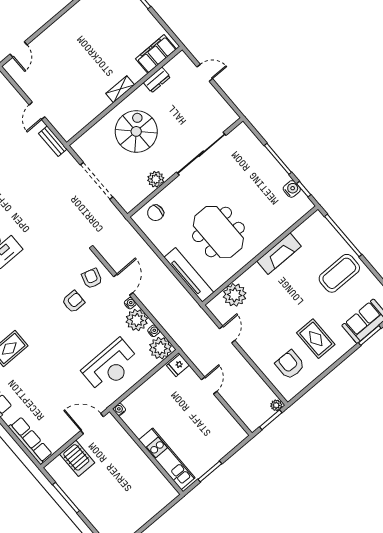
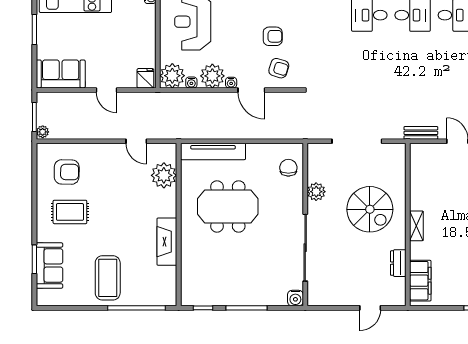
water cooler: (292, 189) -> (295, 298), moved
armchair: (73, 302) -> (273, 36), turned -90
sofa: (225, 427) -> (61, 74), added

